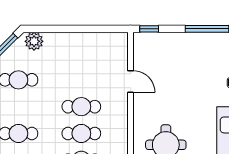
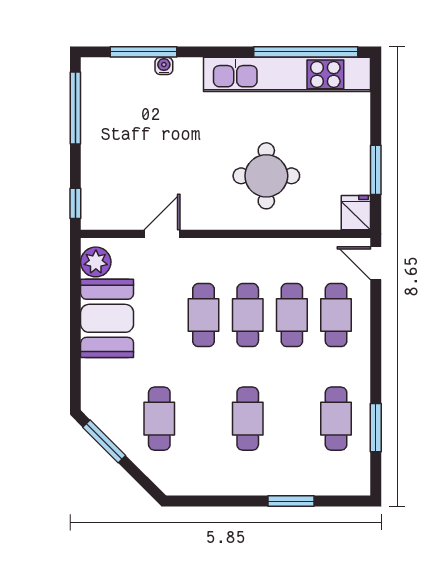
plant: (34, 41) -> (96, 262), moved
booth: (79, 48) -> (107, 318), added

